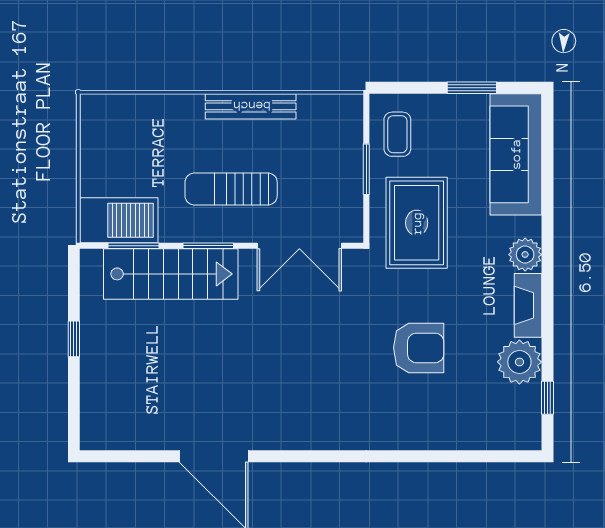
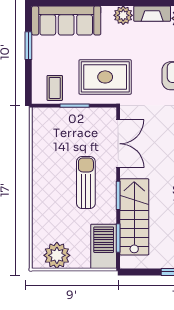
bench: (251, 106) -> (39, 171), removed
coffee table: (397, 134) -> (55, 88), turned 90
plant: (103, 138) -> (57, 255), added
sun lounger: (231, 189) -> (86, 183), turned 180

